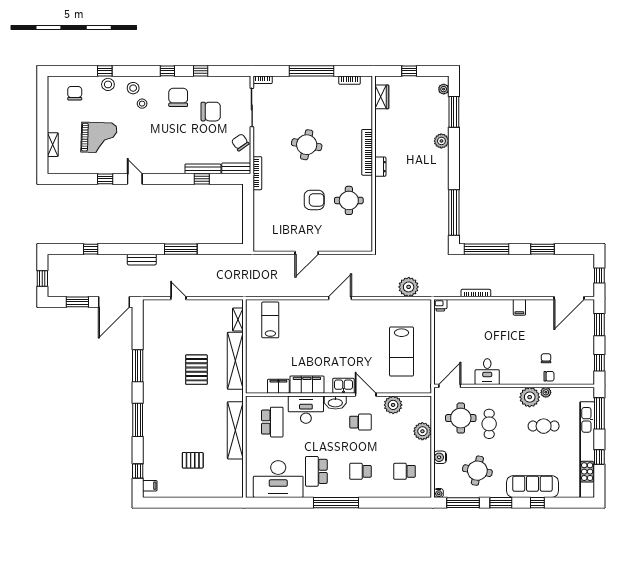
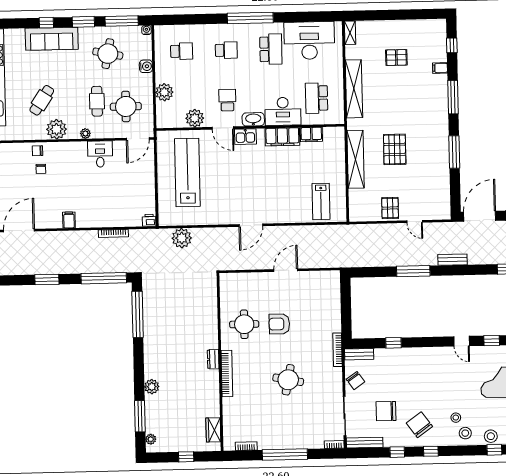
chair: (178, 97) -> (419, 425), turned 144
bench: (203, 169) -> (365, 443), moved
pallet: (202, 312) -> (390, 208), added
shelving: (238, 320) -> (350, 33), moved
lab bench: (402, 351) -> (187, 173), width x1.36
plant: (546, 392) -> (85, 134), moved
school desk: (360, 422) -> (227, 100), turned 90
cafe table: (544, 426) -> (42, 100), turned -56
filing cabinet: (150, 486) -> (440, 68), moved

